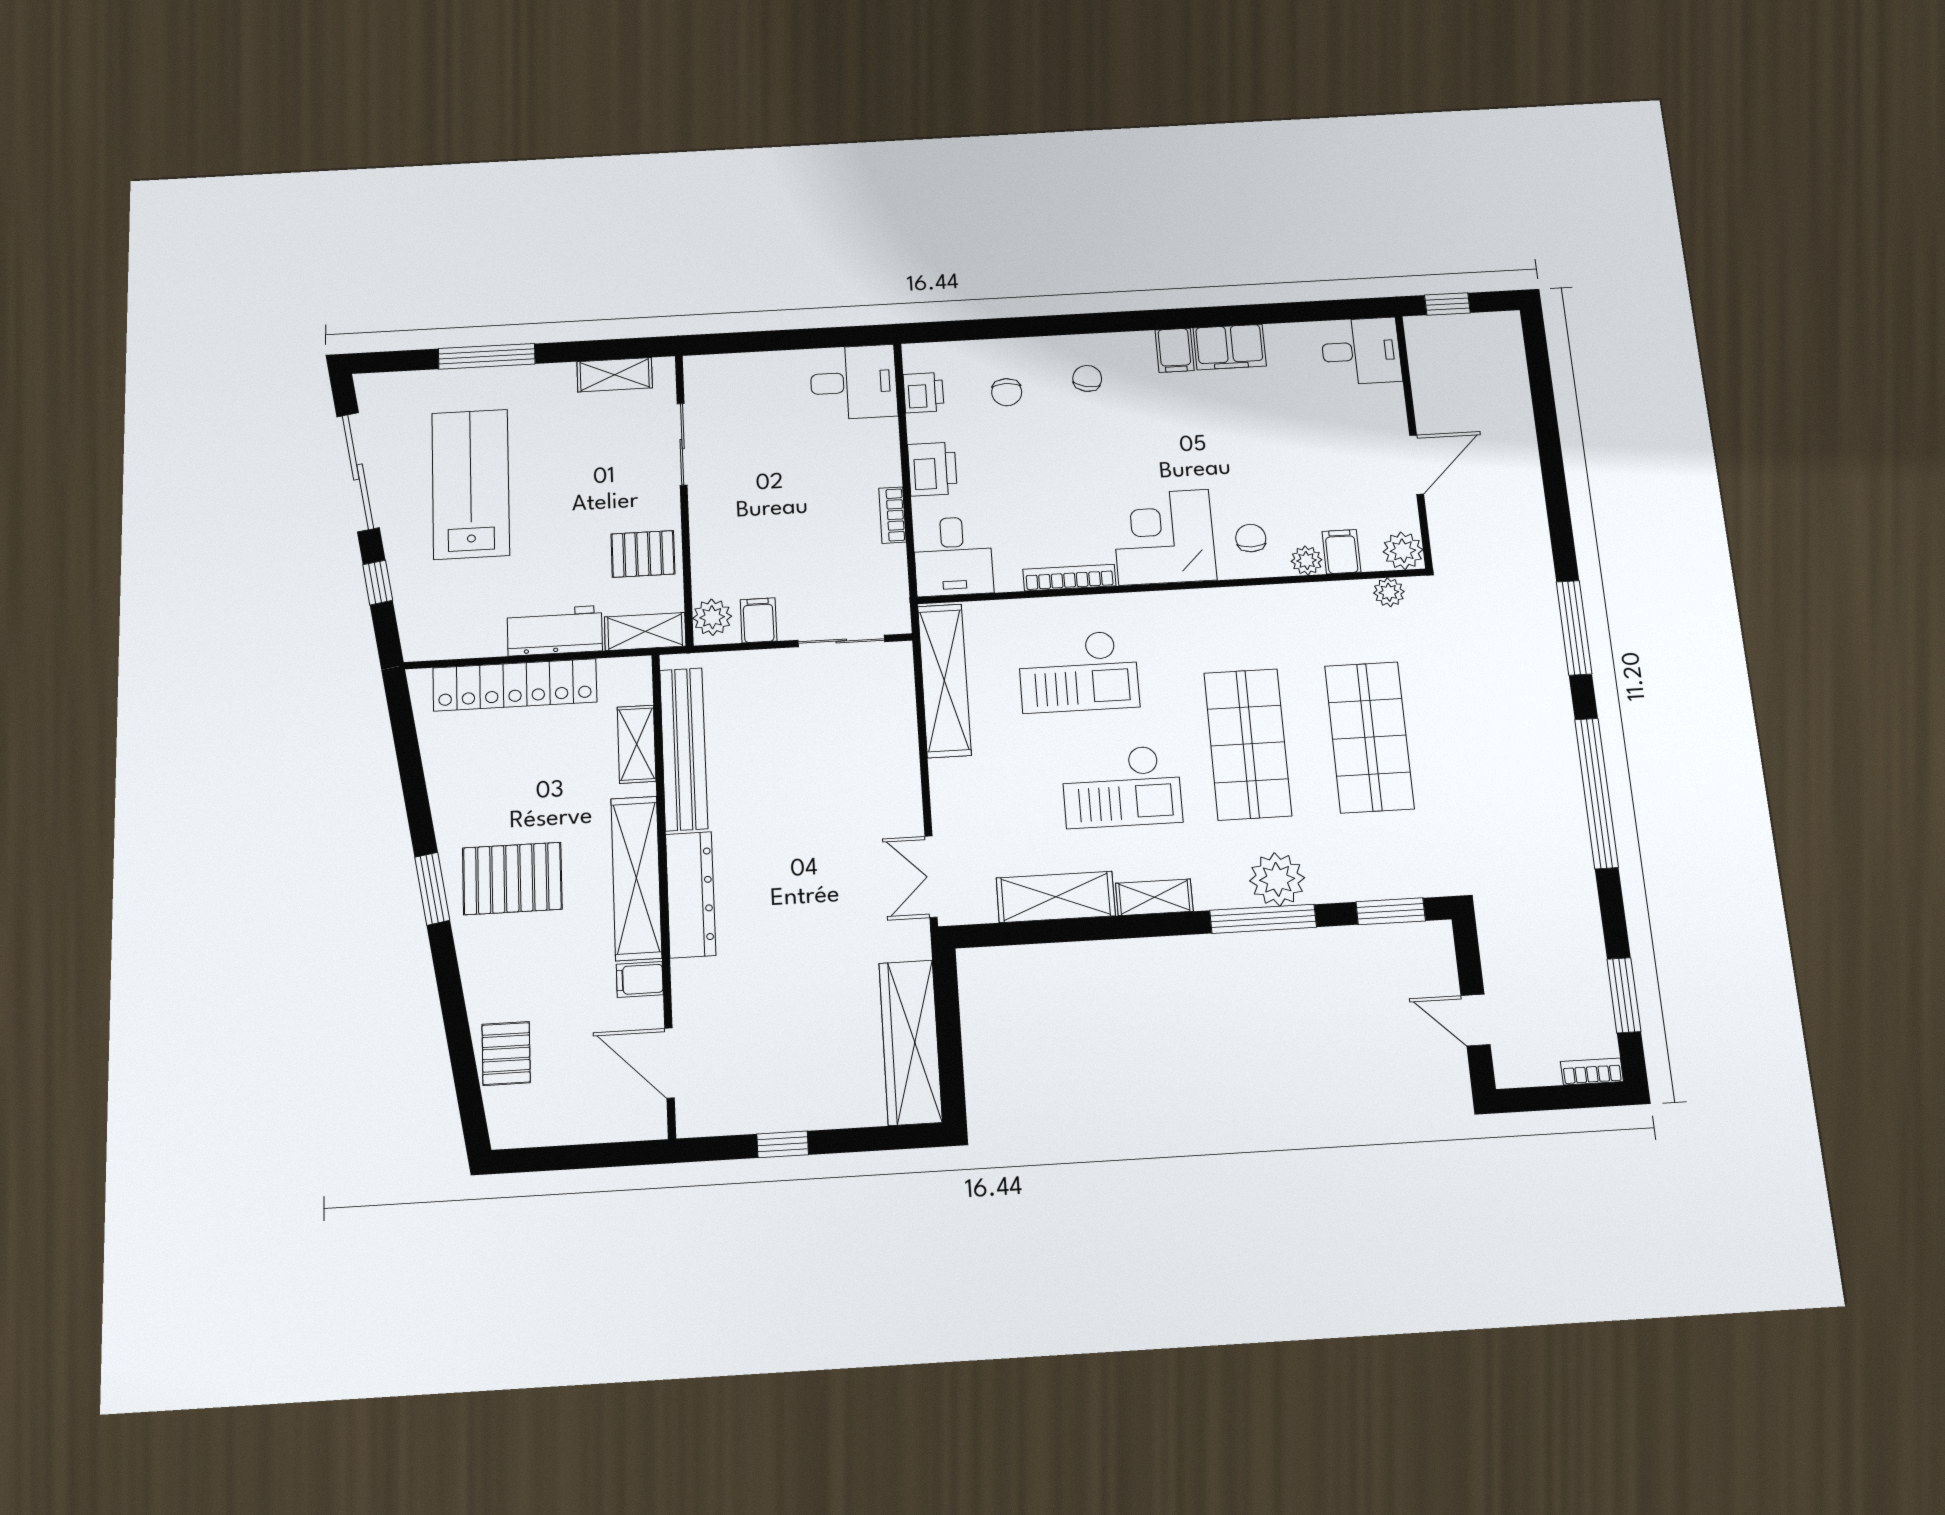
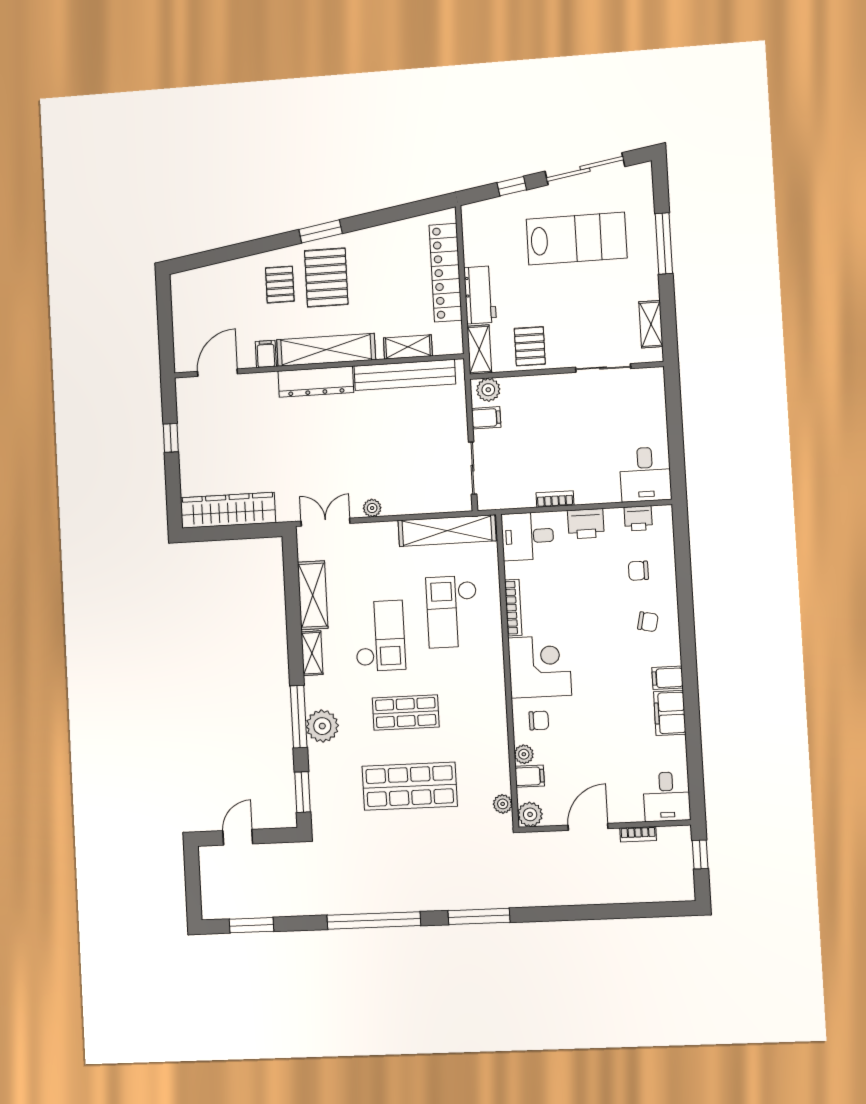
door: (1417, 465) -> (588, 827), swing flipped
shop shelf: (1248, 744) -> (406, 712), width x0.70, depth x0.74
checkout: (1122, 787) -> (380, 636), turned 180
plant: (907, 800) -> (372, 508), added
pallet: (506, 1054) -> (280, 285), moved, turned 90
bookcase: (1592, 1071) -> (638, 834), moved, turned 90

